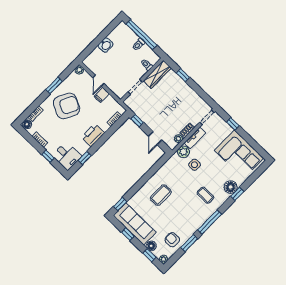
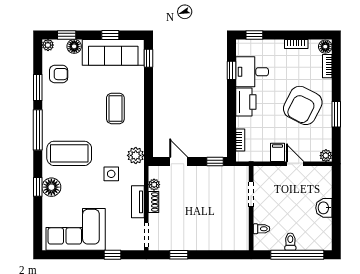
wardrobe: (157, 74) -> (241, 230), removed
window: (183, 75) -> (179, 255), moved
plant: (184, 152) -> (136, 155), moved
window: (48, 156) -> (254, 35), moved
desk: (67, 156) -> (252, 72), moved
coffee table: (205, 195) -> (69, 153), width x1.86, depth x1.72

